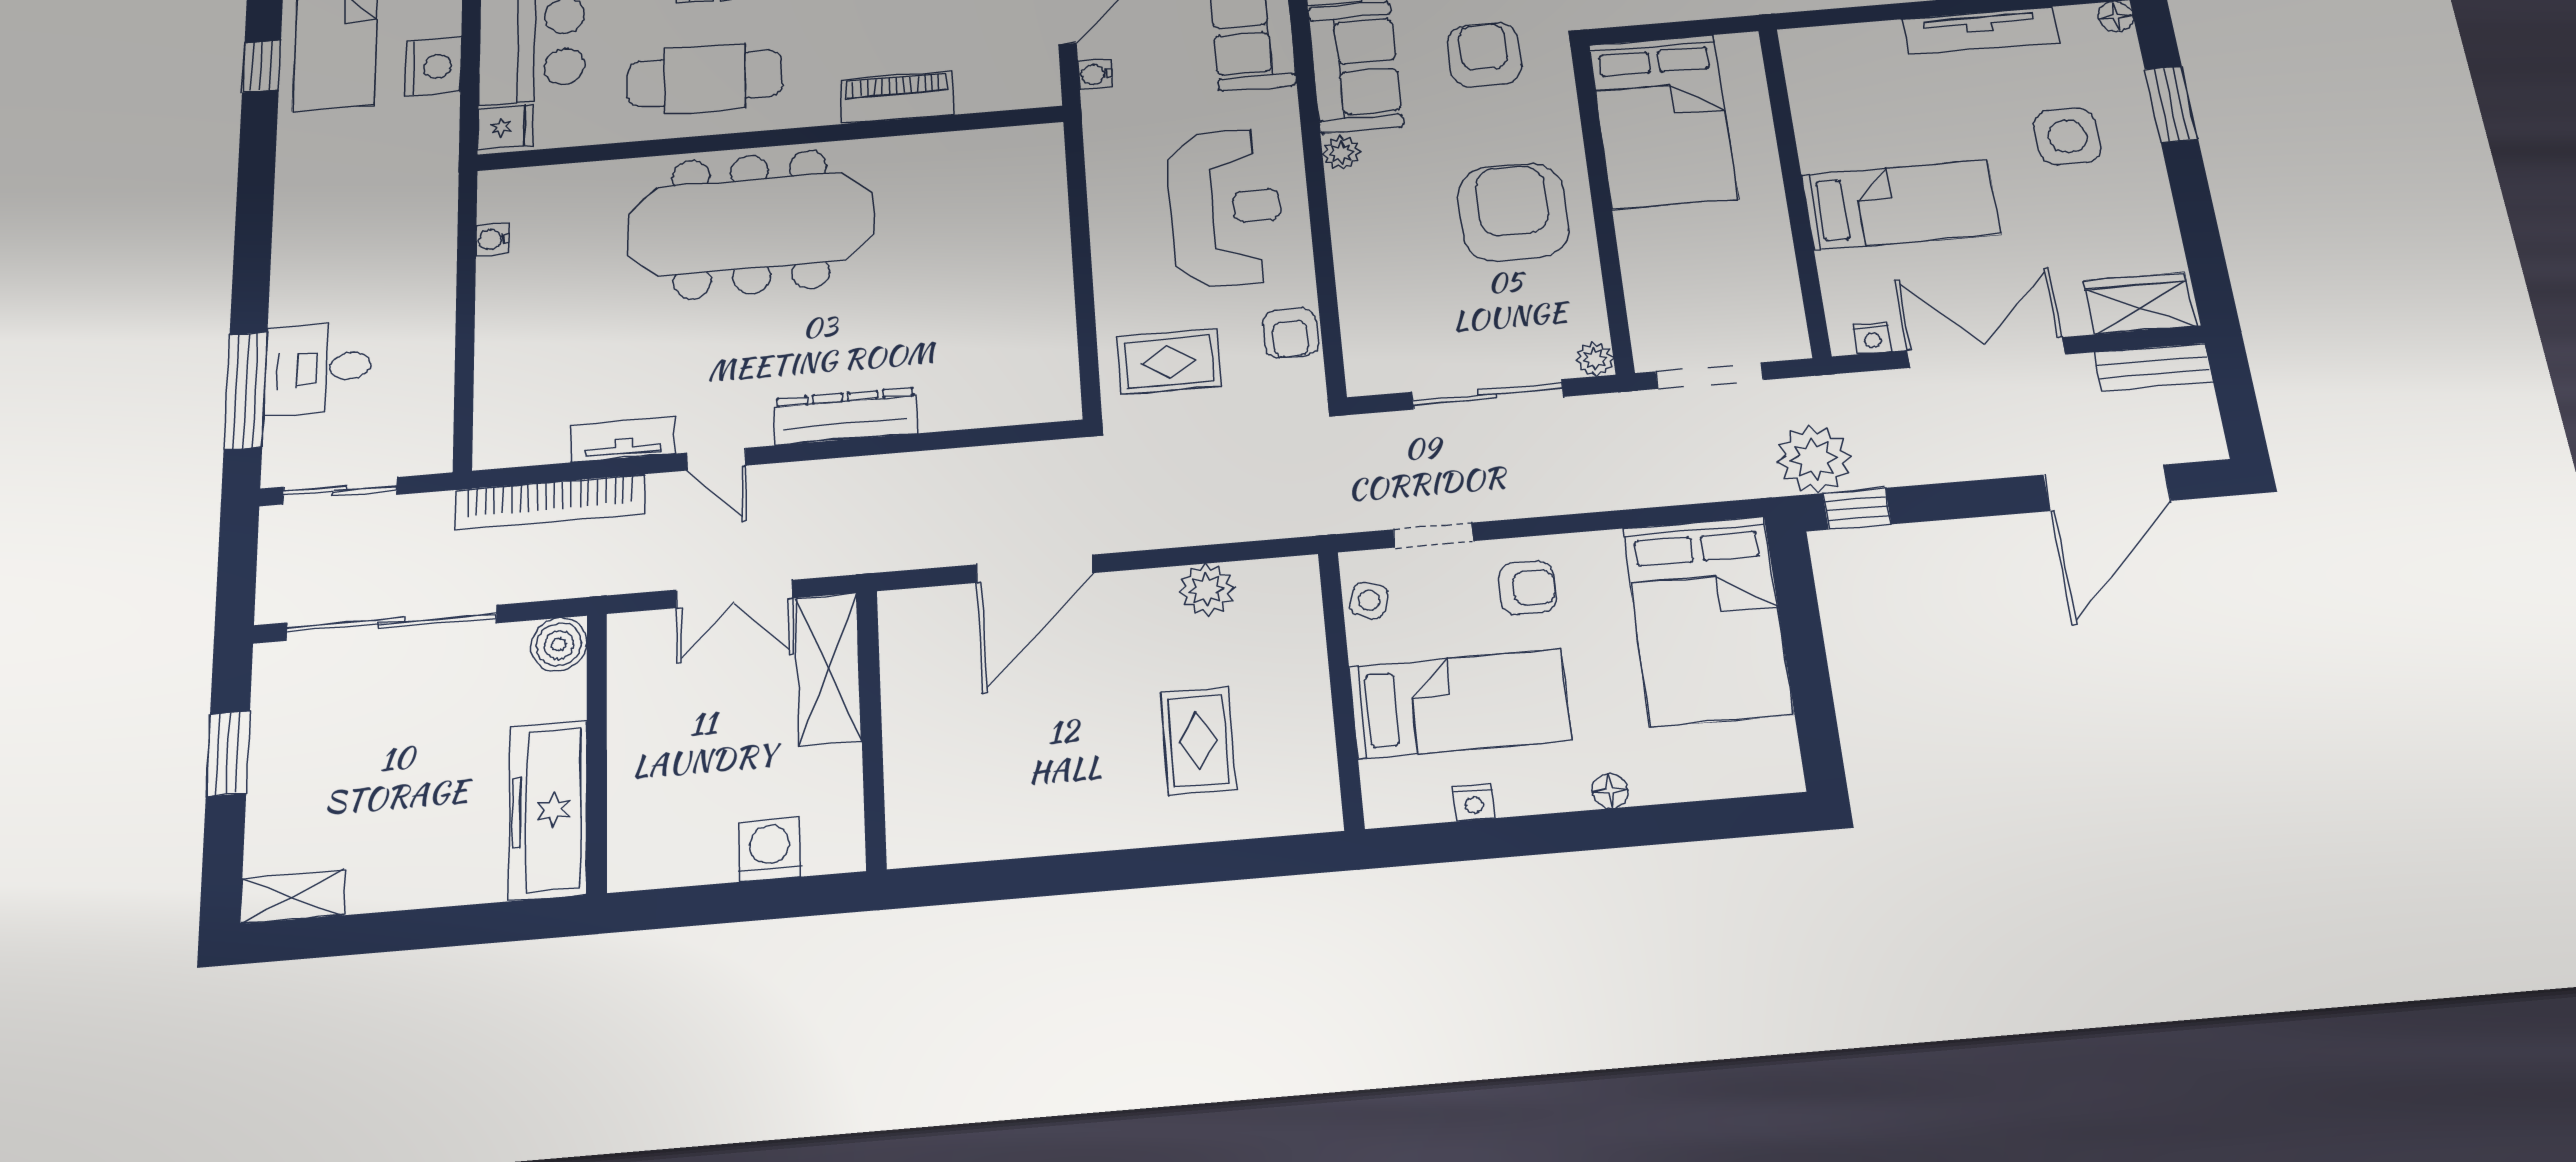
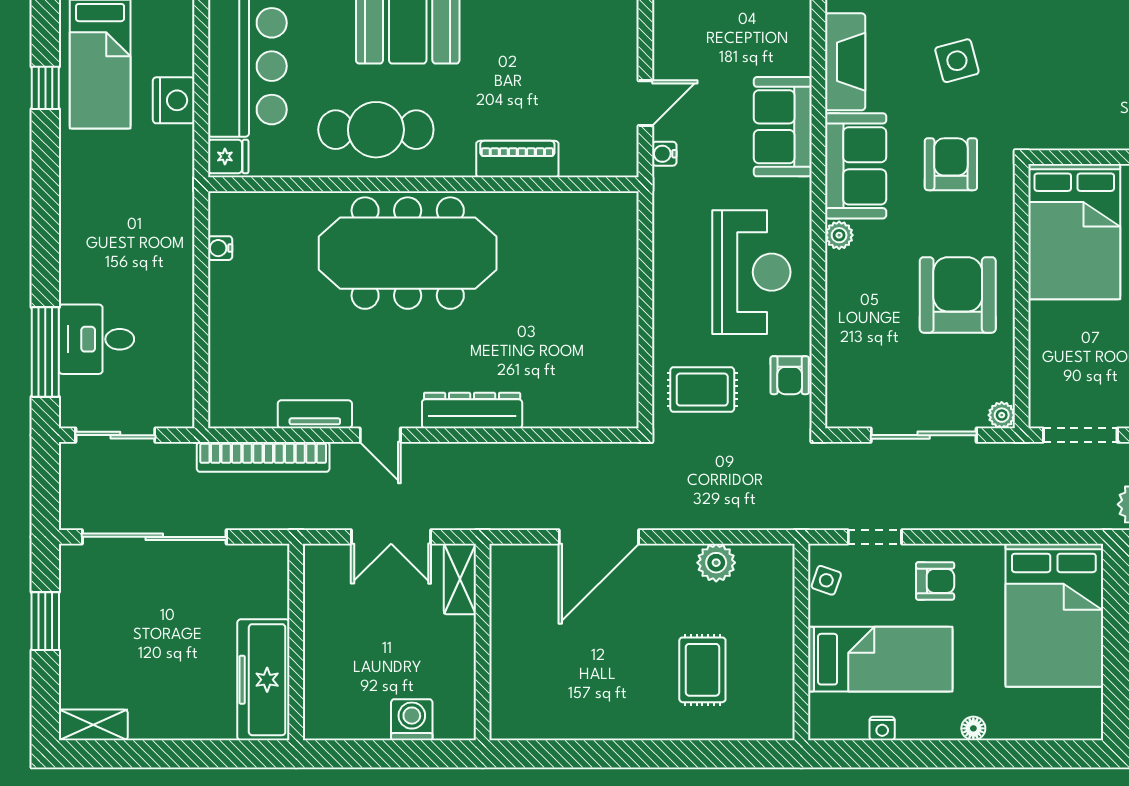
boiler: (559, 645) -> (270, 563), removed
shelving: (828, 669) -> (460, 579), width x0.67, depth x0.75

